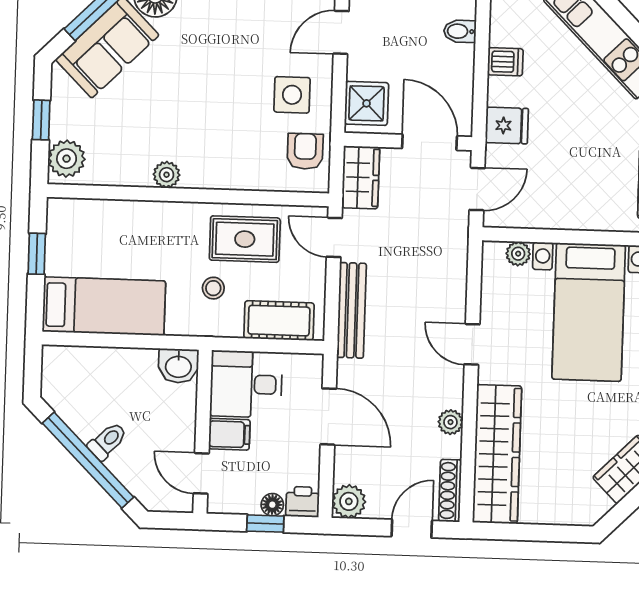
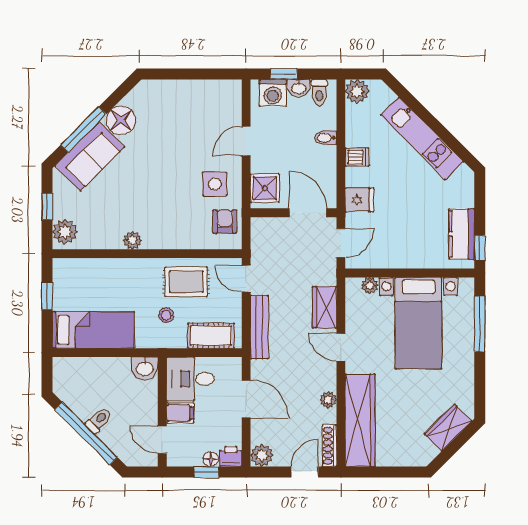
wardrobe: (361, 177) -> (324, 307), moved, turned 180

